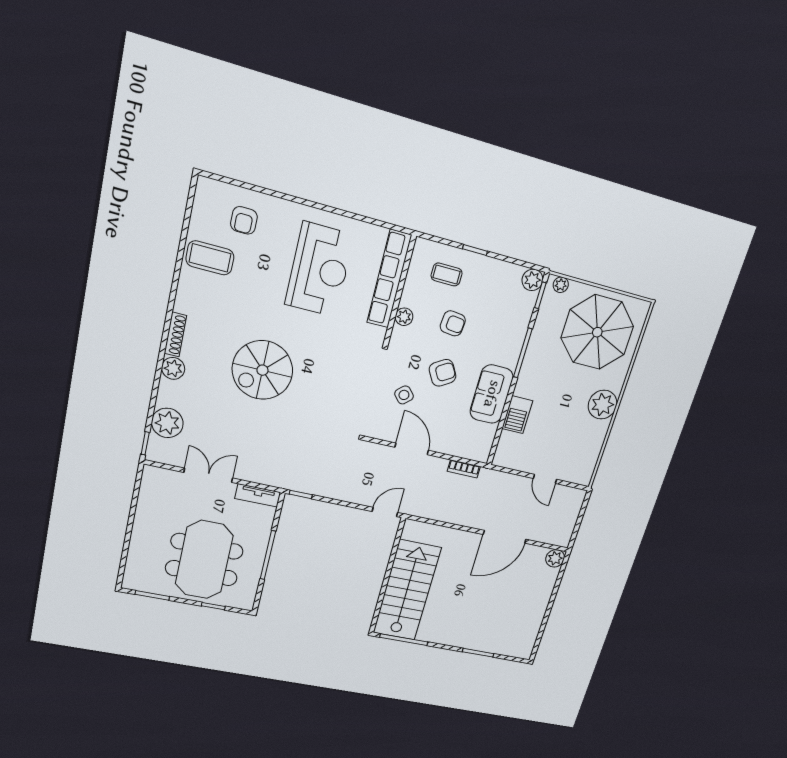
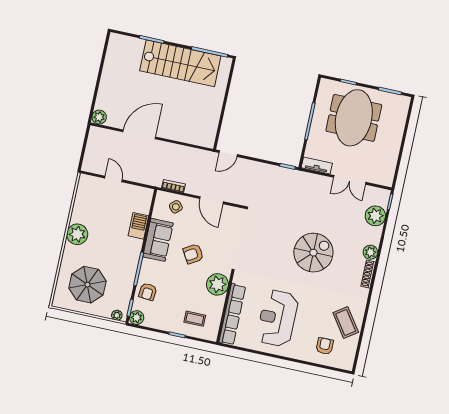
coffee table: (210, 258) -> (346, 323), turned 55
plant: (404, 317) -> (217, 284), width x1.88, depth x1.88
armchair: (453, 323) -> (148, 292), moved, turned -91
parasol: (597, 332) -> (87, 285), width x0.73, depth x0.73
side table: (404, 395) -> (176, 207), moved
stairs: (407, 590) -> (180, 63), moved, turned -90

